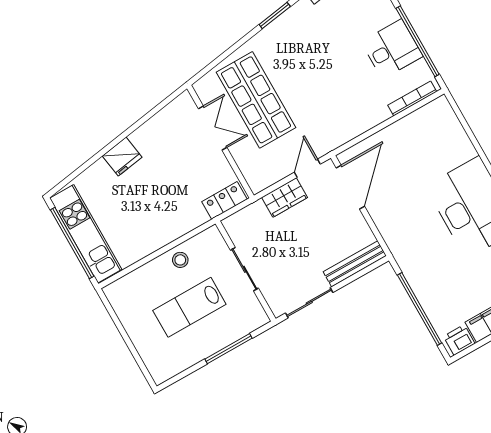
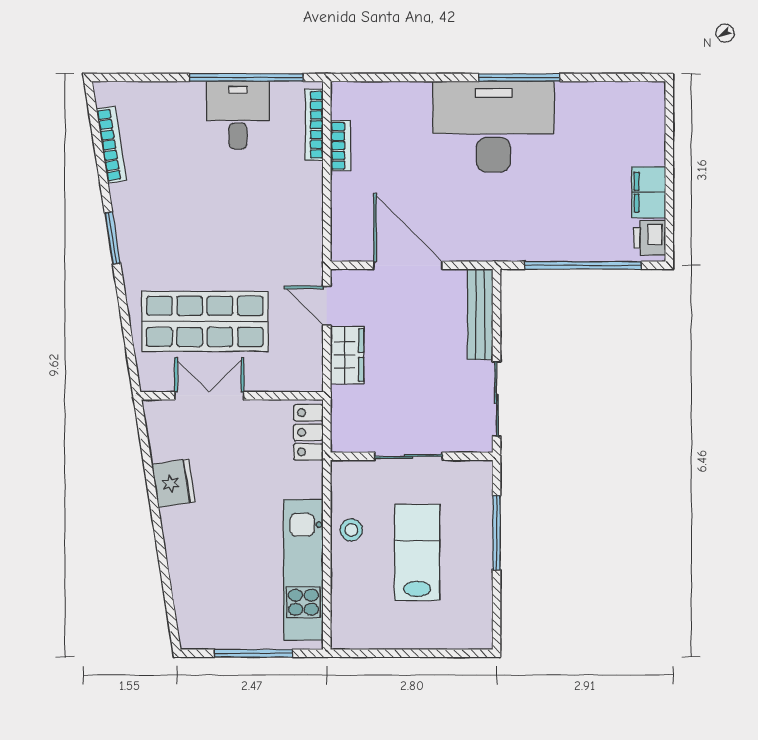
bookcase: (409, 122) -> (341, 146), added
fridge: (122, 157) -> (173, 483), moved
door: (350, 187) -> (408, 265), moved
kitchen unit: (86, 234) -> (303, 570), moved, turned -90
window: (72, 243) -> (253, 653), width x0.68
lab bench: (189, 307) -> (417, 552), turned 180

